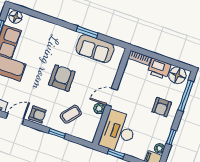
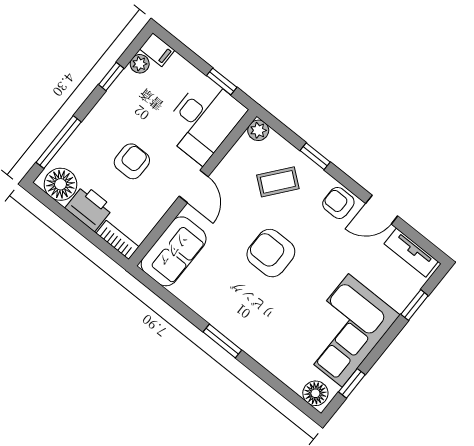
window: (87, 32) -> (222, 341), moved
sofa: (95, 49) -> (174, 251), moved, turned 90
armchair: (62, 78) -> (271, 253), turned 90
door: (111, 97) -> (194, 186), hinge flipped
armchair: (162, 107) -> (132, 161), moved
plant: (99, 108) -> (258, 130), moved

